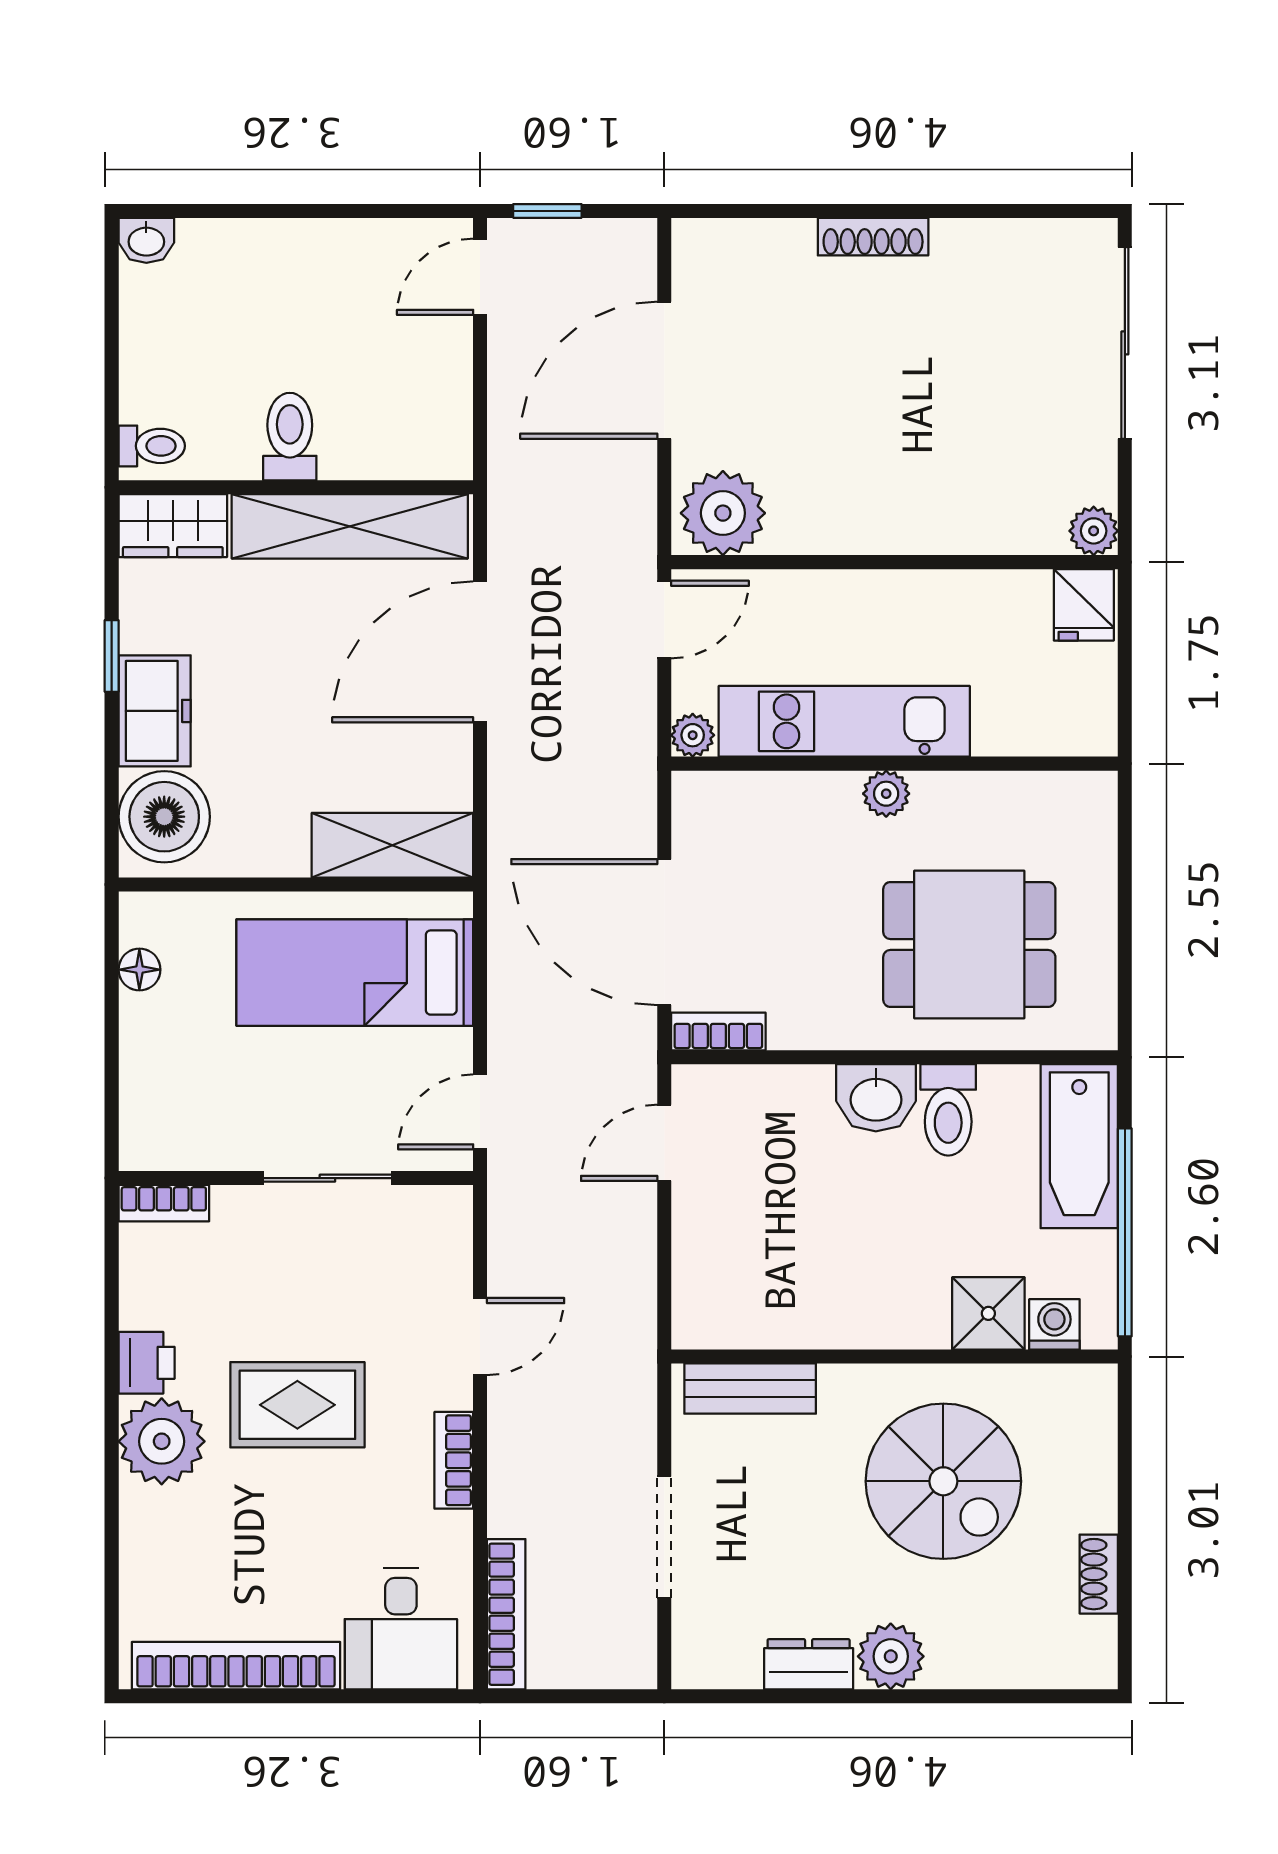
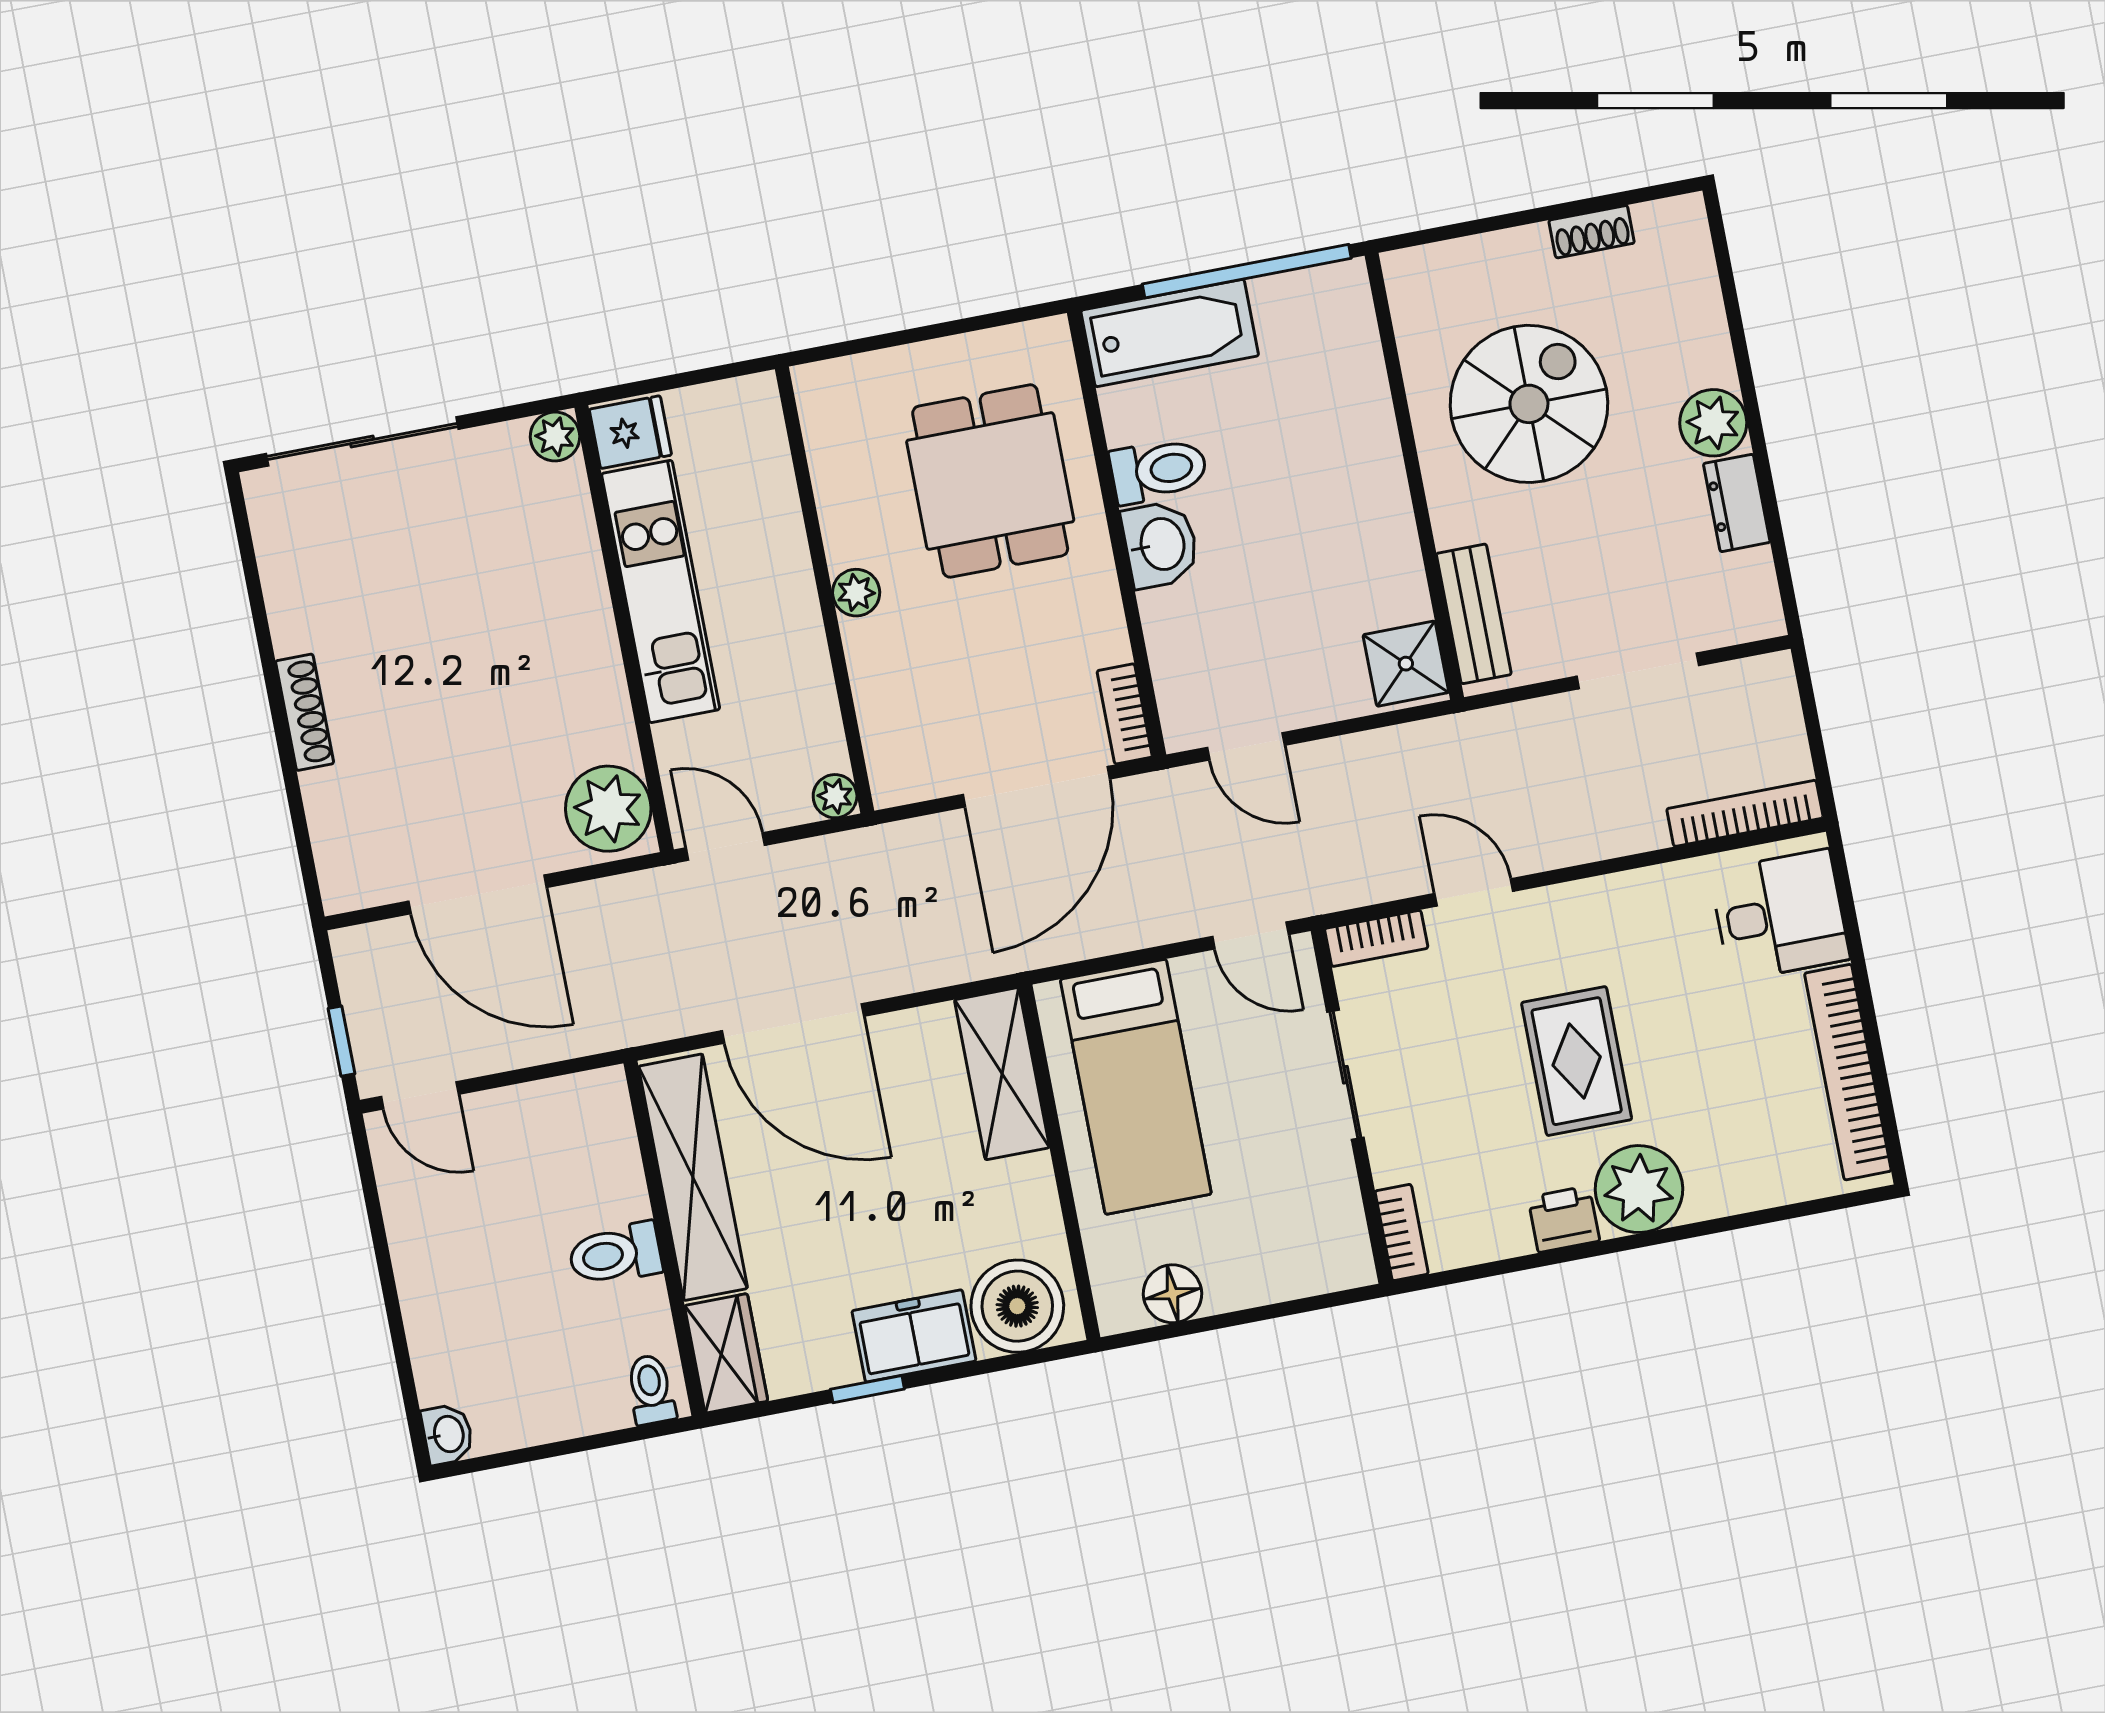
kitchen unit: (844, 721) -> (661, 591), moved, turned 180
floor lamp: (139, 970) -> (1173, 1294), width x1.37, depth x1.37
shower: (988, 1313) -> (1406, 664), moved
washing machine: (1054, 1324) -> (1352, 324), removed
bookcase: (454, 1460) -> (1376, 938), moved

